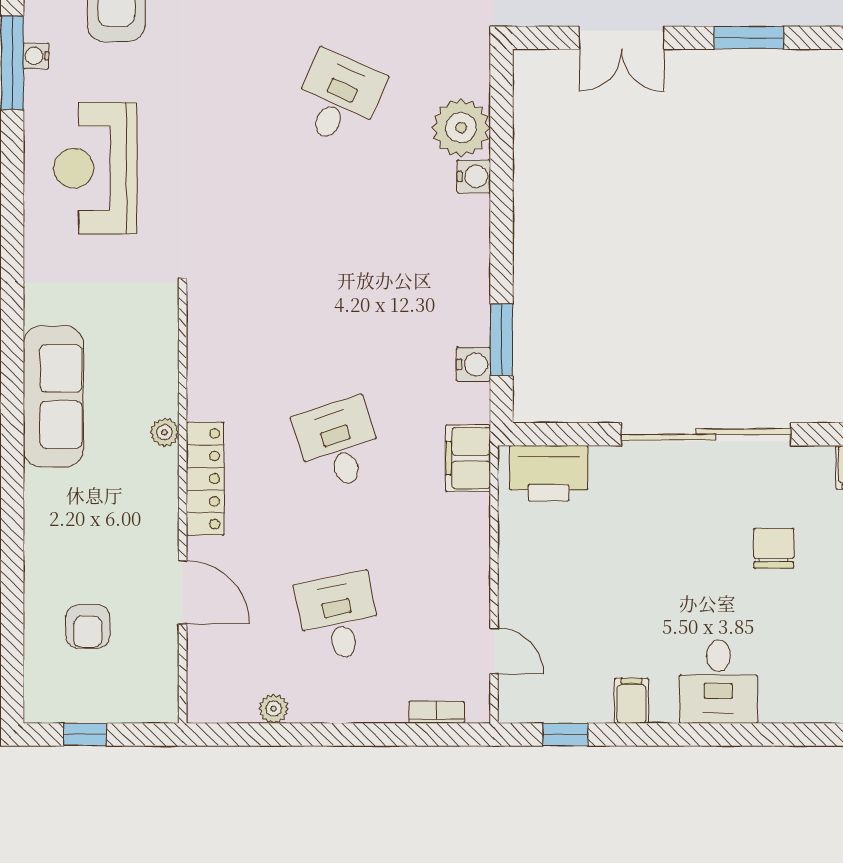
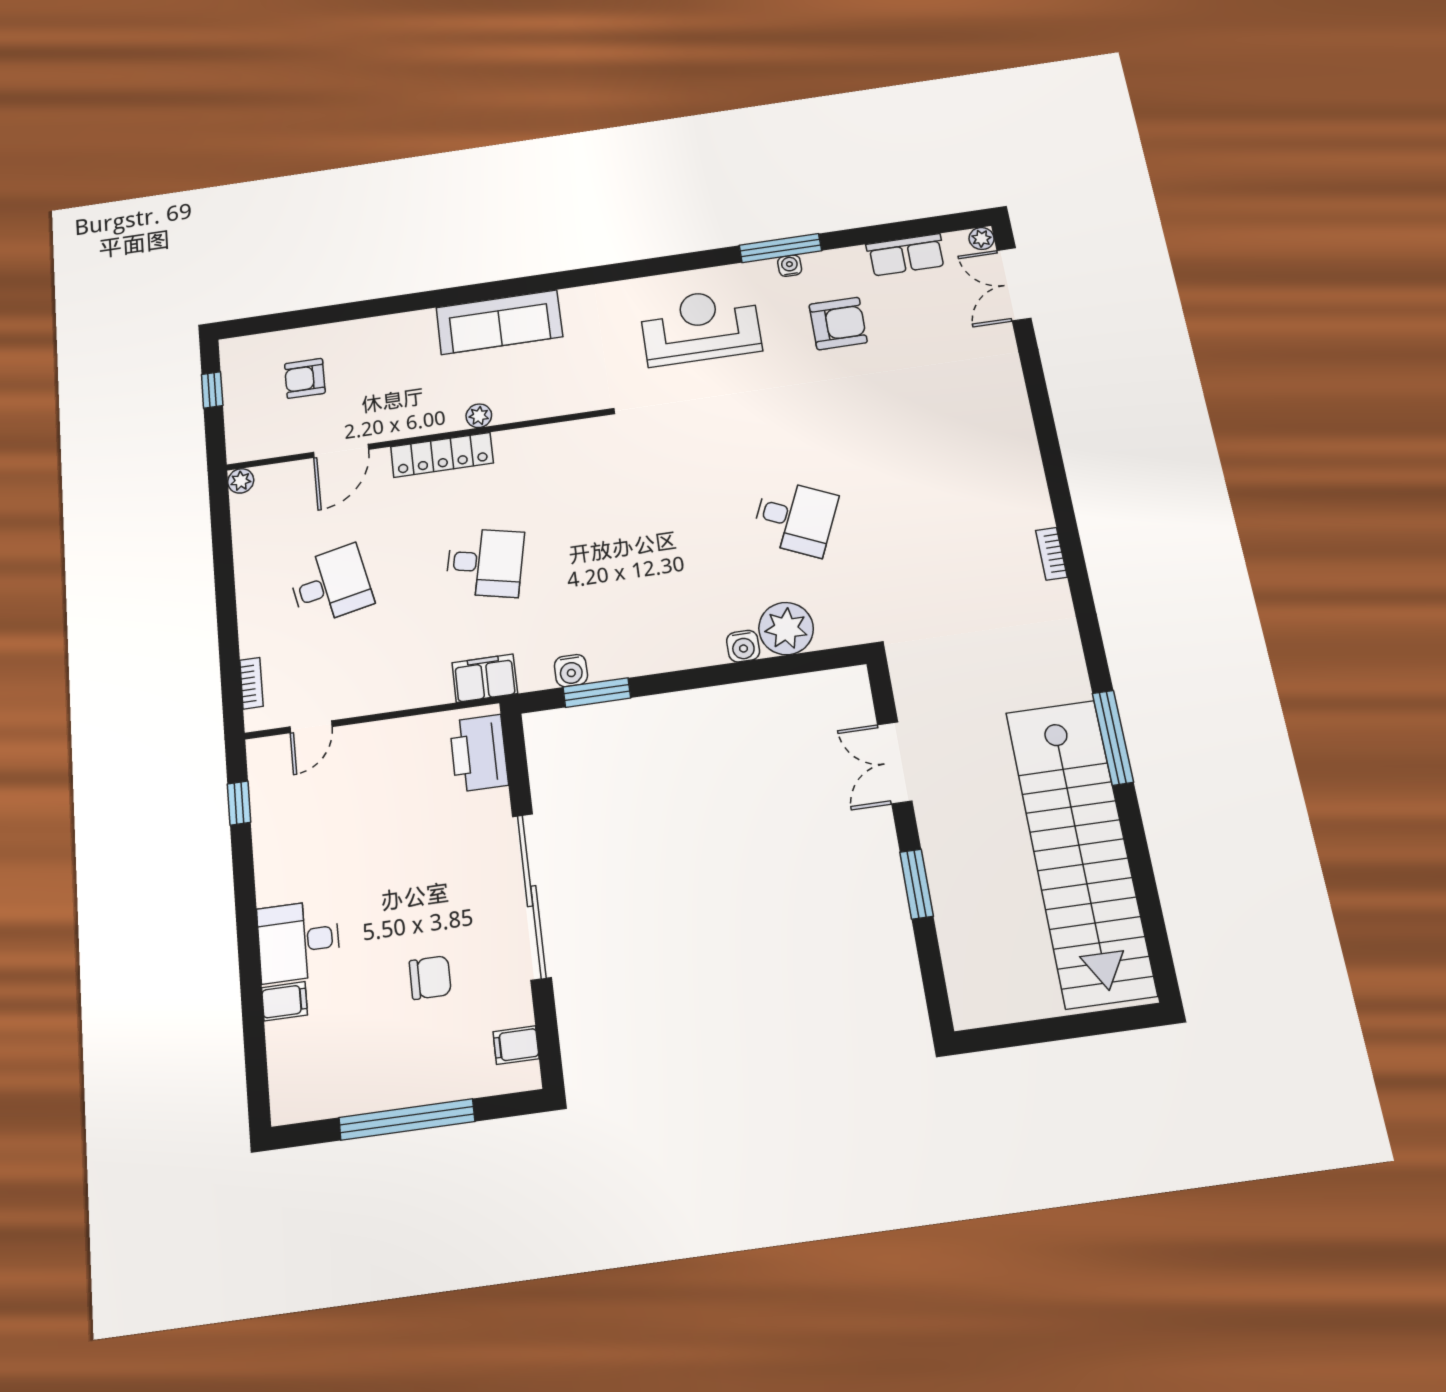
desk: (338, 444) -> (485, 563), turned 30
filing cabinet: (632, 701) -> (284, 1001), moved
plant: (274, 709) -> (241, 481), moved

